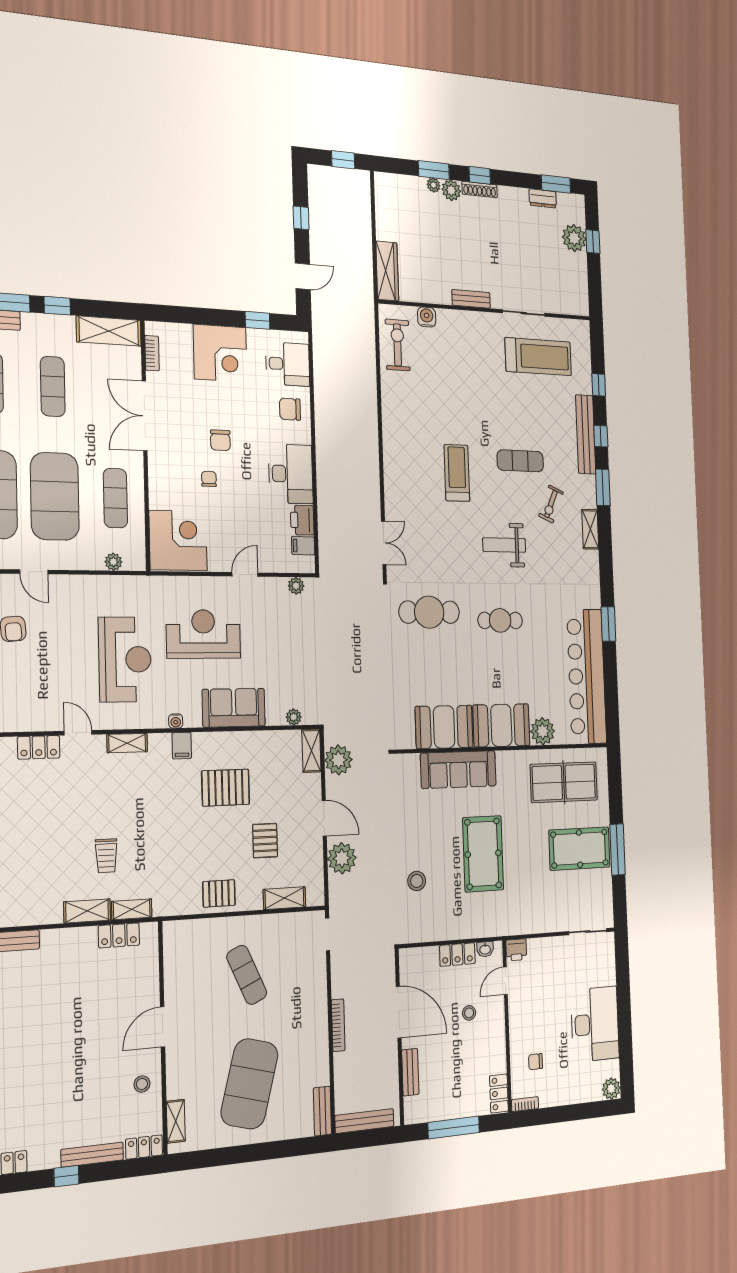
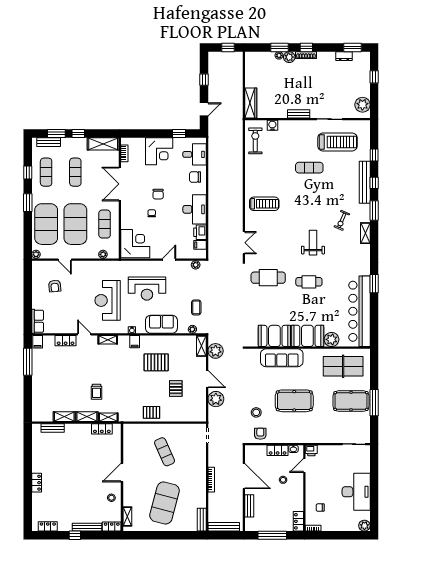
plant: (574, 238) -> (362, 105), moved
exercise mat: (520, 461) -> (309, 168), moved
treadmill: (457, 473) -> (264, 204), moved, turned 90
weight bench: (504, 545) -> (313, 243), turned 90
reception desk: (203, 634) -> (147, 289), turned 180
reception desk: (125, 659) -> (108, 300), turned 180
coffee table: (300, 672) -> (196, 307), added
pool table: (483, 854) -> (294, 401), turned 90
shelving: (284, 898) -> (64, 417), moved
armchair: (426, 923) -> (260, 434), added

